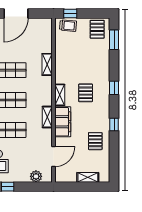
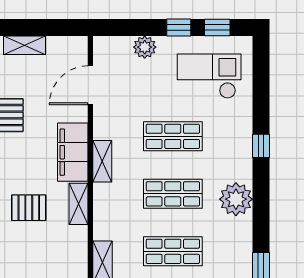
pallet: (86, 93) -> (29, 208), turned 90
plant: (36, 176) -> (145, 47), moved

